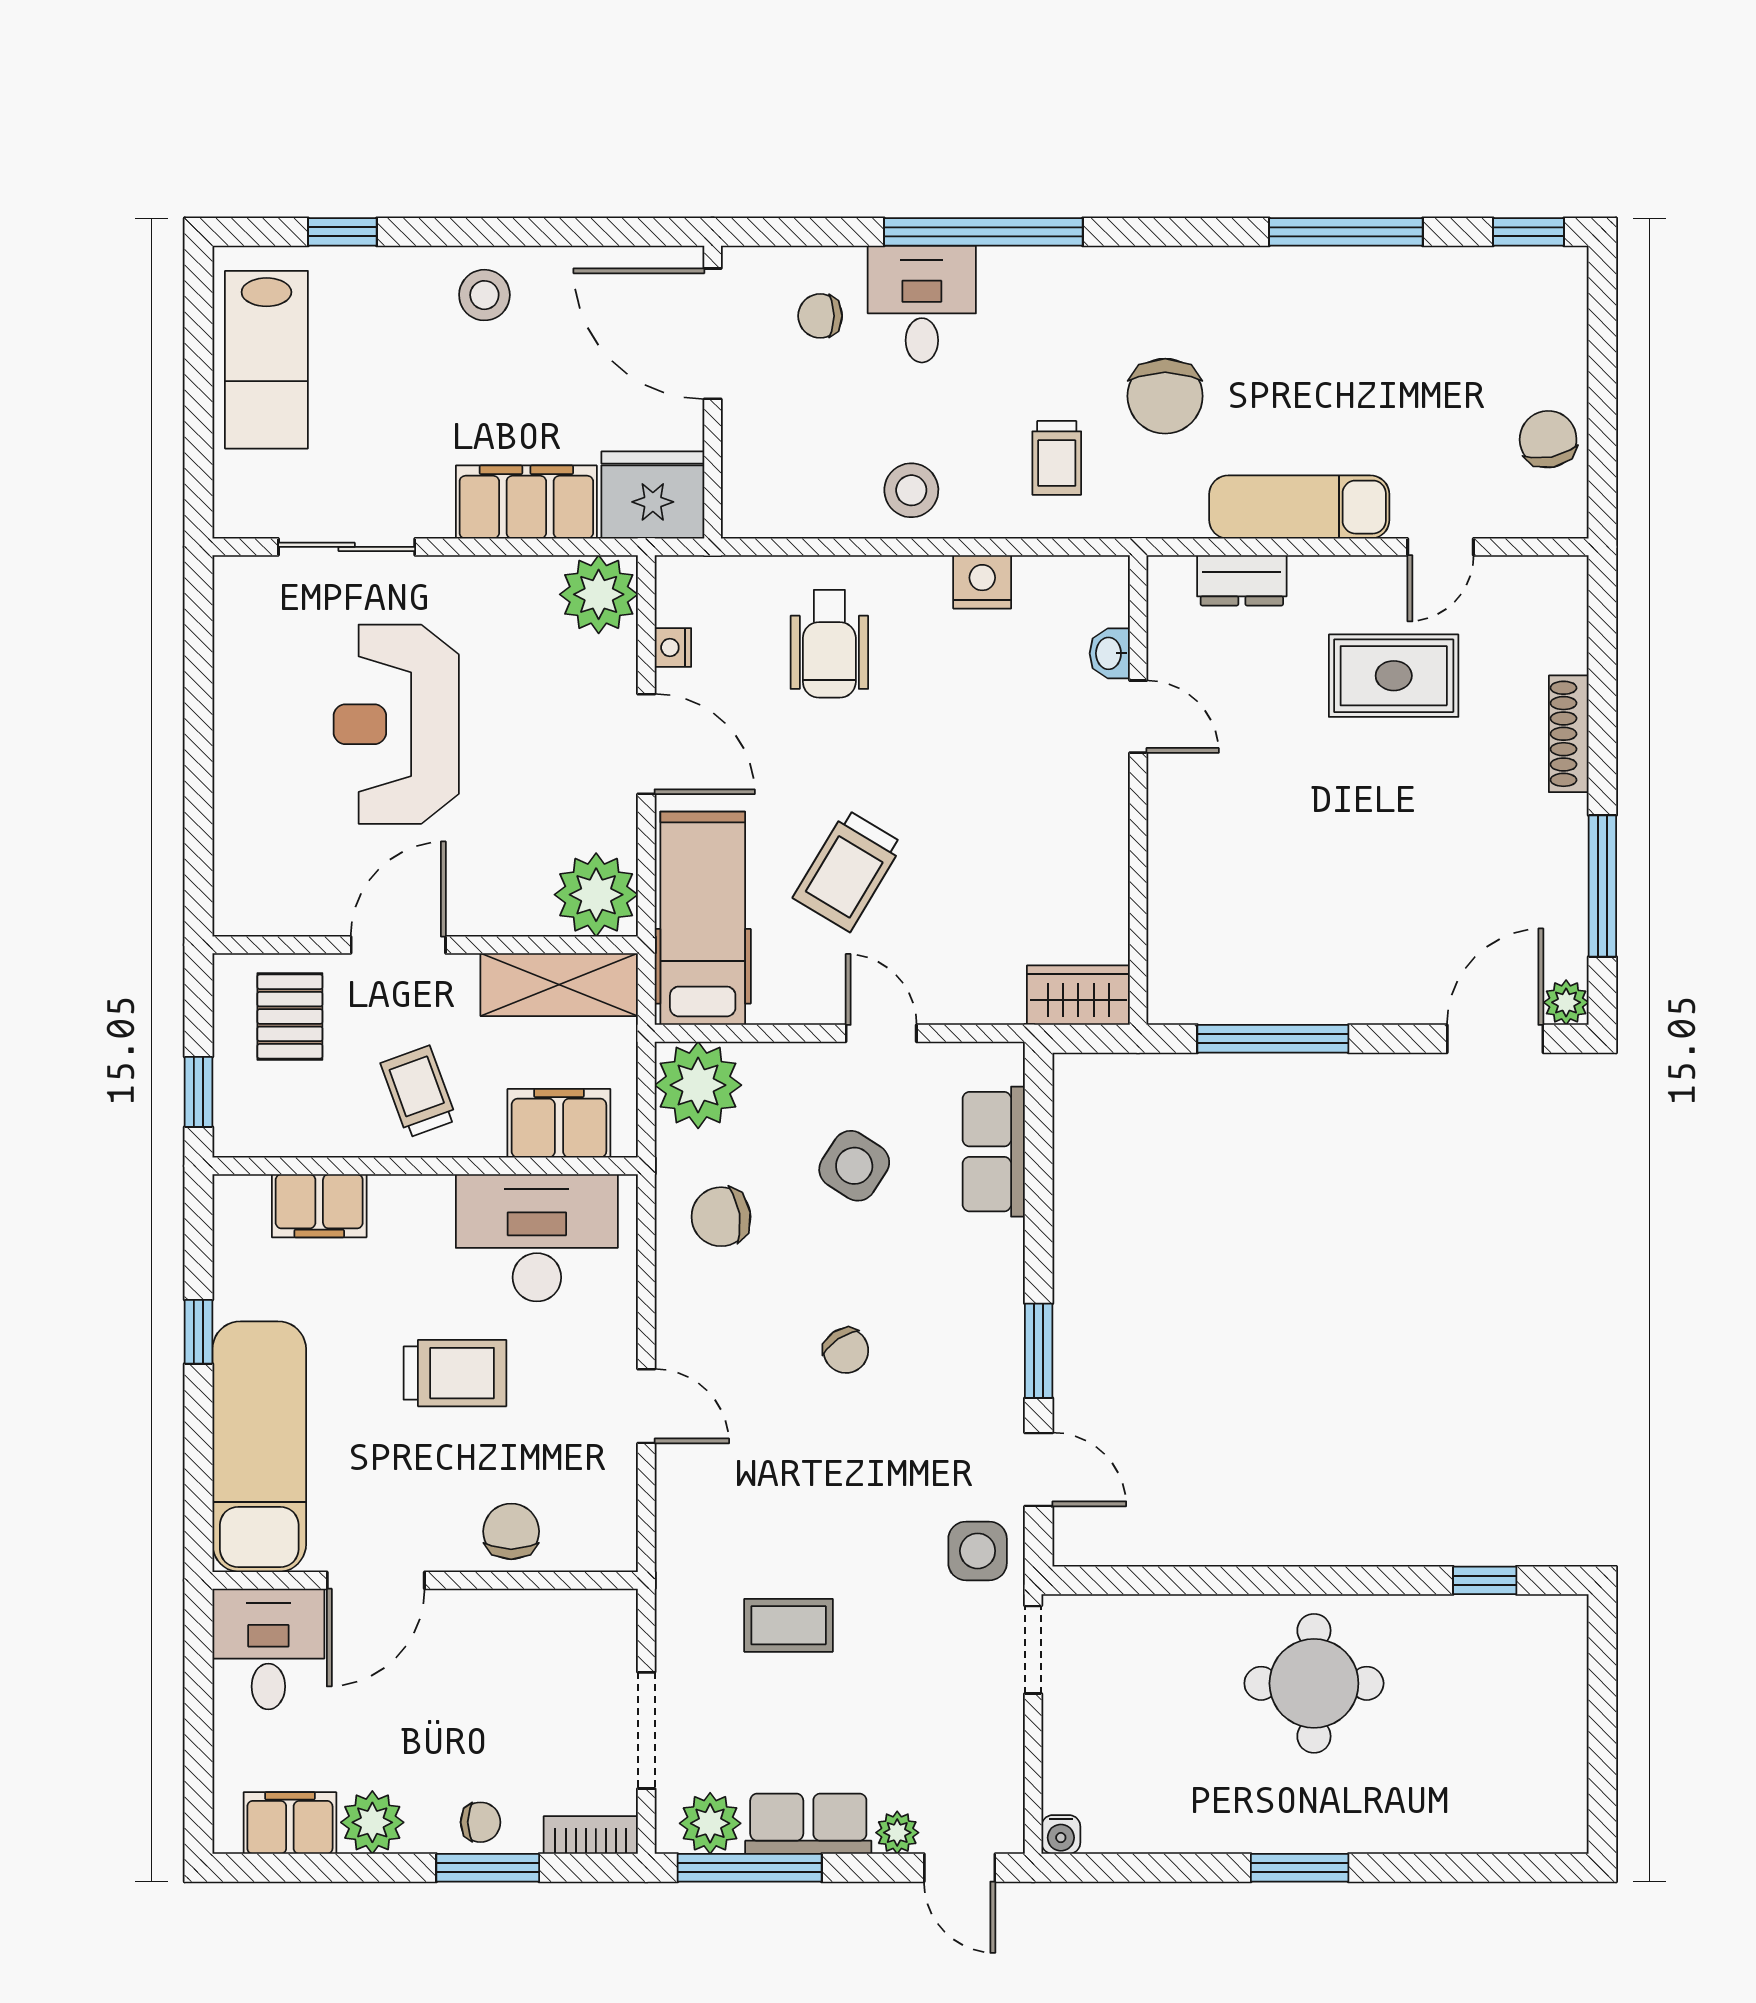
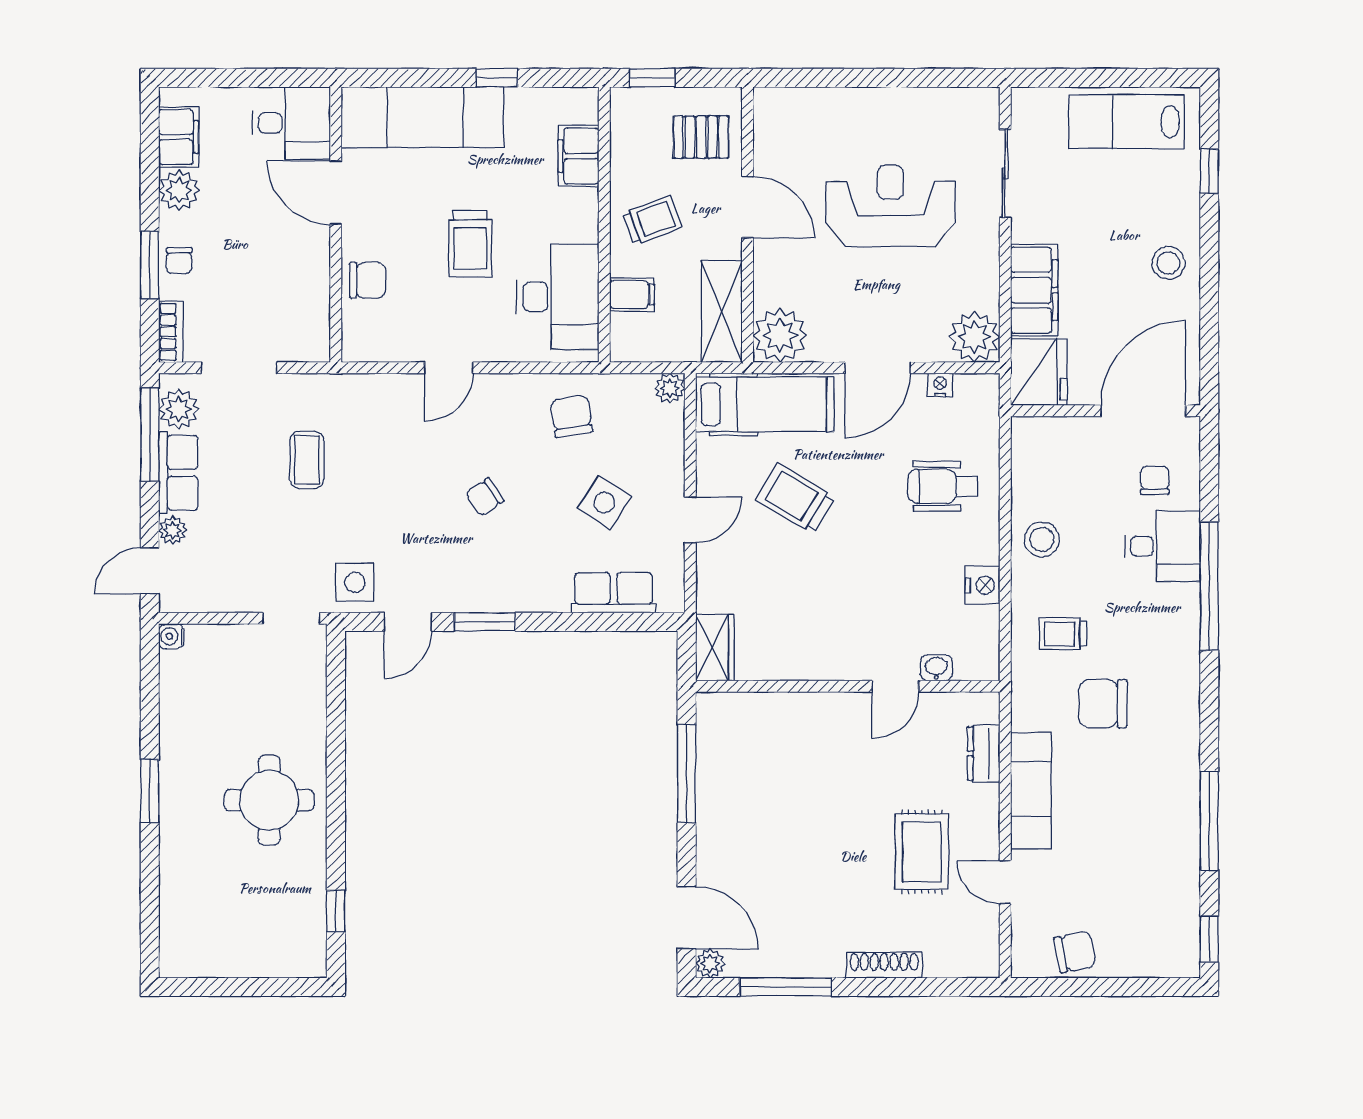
plant: (698, 1085) -> (670, 388), width x0.53, depth x0.53
filing cabinet: (559, 1123) -> (632, 295), width x0.50

